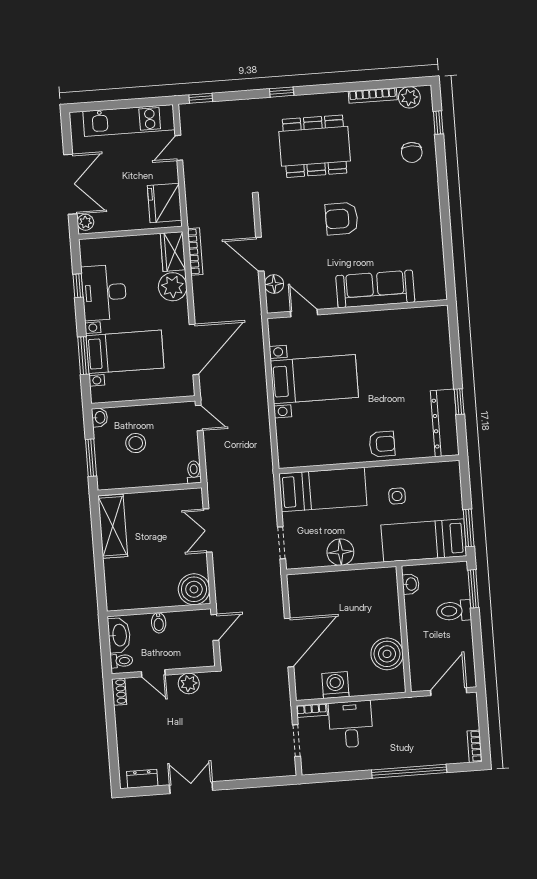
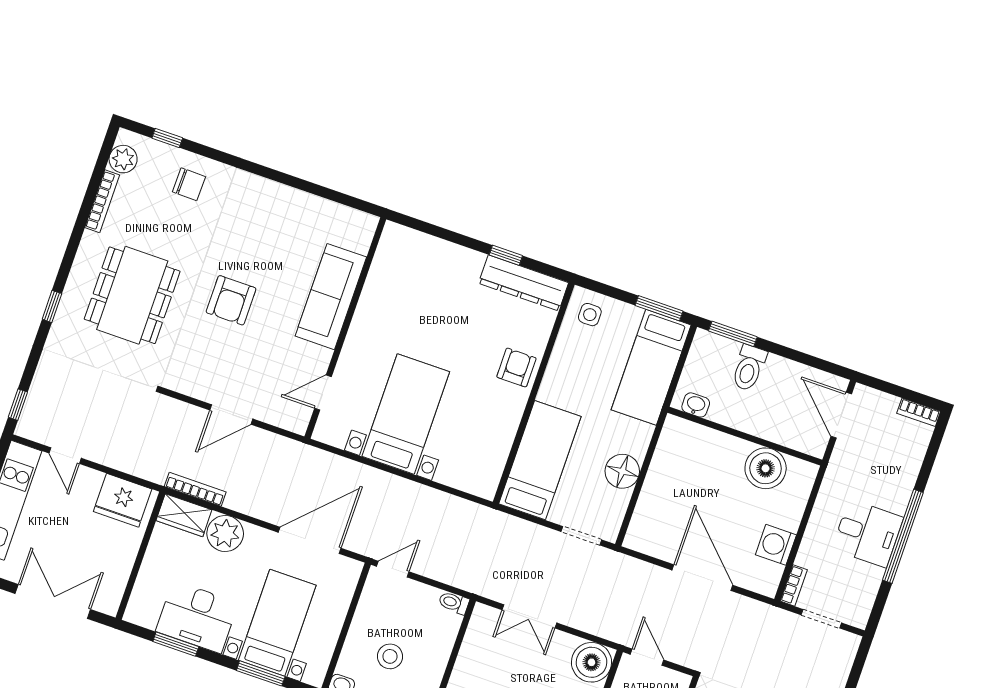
plant: (85, 222) -> (105, 603), removed
floor lamp: (274, 284) -> (273, 413), removed
window: (78, 286) -> (176, 644), width x1.50
door: (194, 349) -> (310, 540), hinge flipped
side table: (397, 496) -> (590, 315), moved
desk: (351, 724) -> (868, 533), moved, turned 180
window: (409, 771) -> (903, 536), moved

